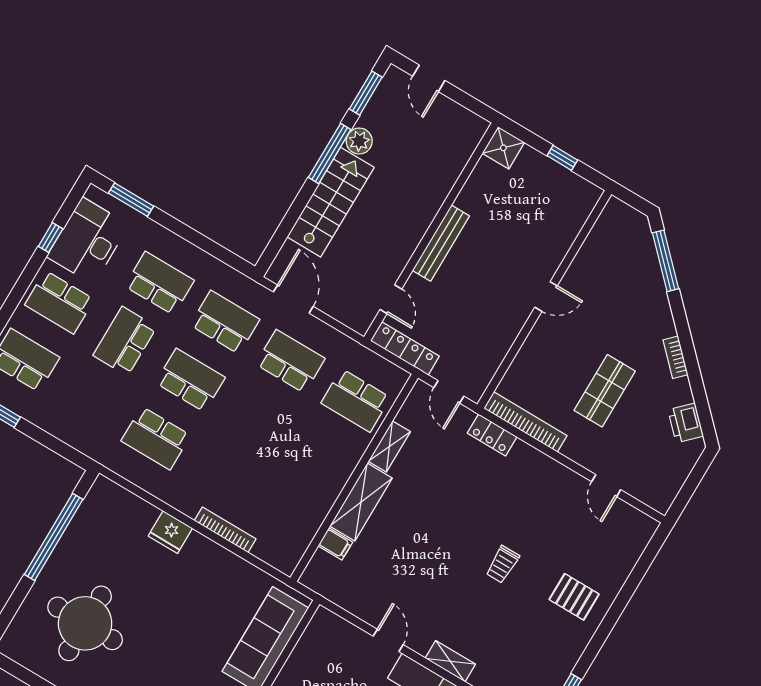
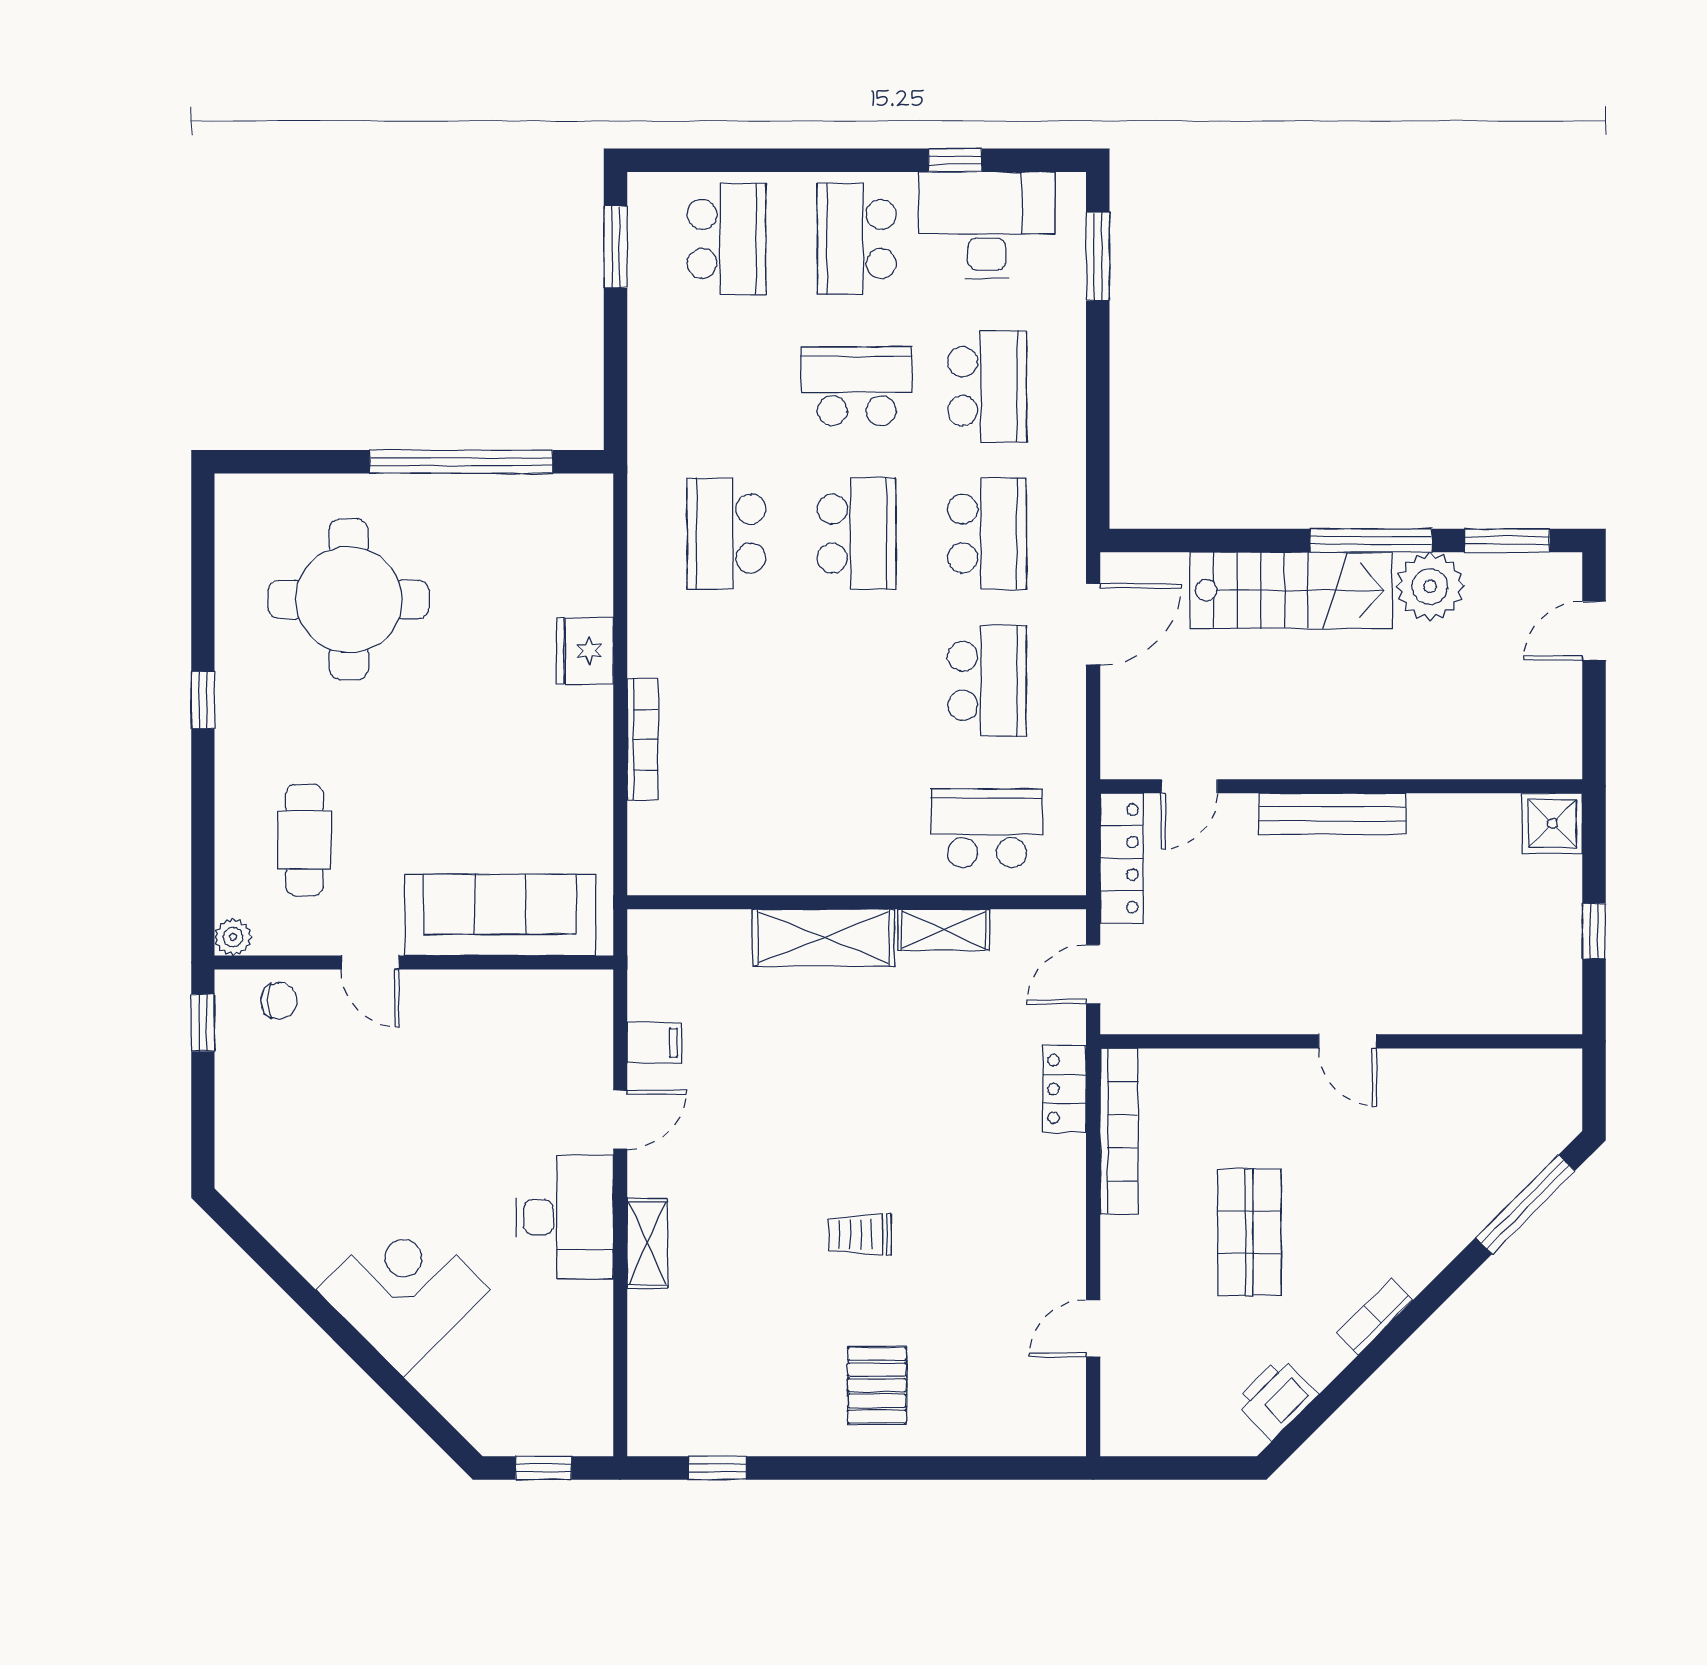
plant: (359, 141) -> (1430, 586), width x1.36, depth x1.36
shop shelf: (605, 391) -> (1249, 1232), turned 90
school desk: (356, 400) -> (987, 828), turned 90
filing cabinet: (335, 544) -> (654, 1043), moved, turned -90

